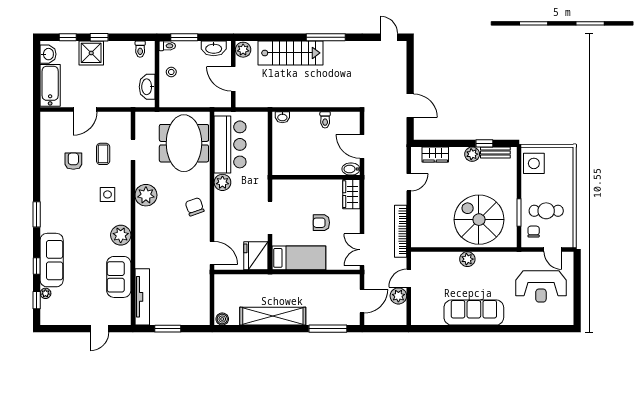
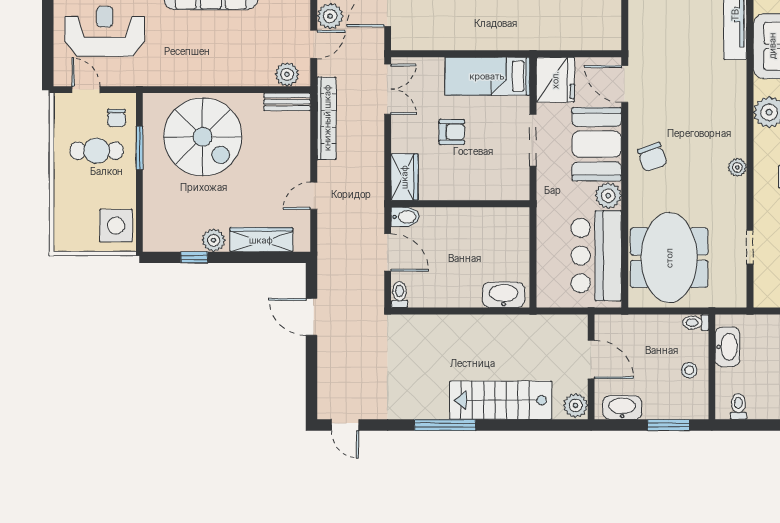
toilet: (167, 46) -> (696, 323), moved
washbasin: (282, 117) -> (504, 295), width x1.91, depth x1.45
toilet: (325, 120) -> (400, 295), moved
bench: (495, 153) -> (287, 102), moved
wardrobe: (435, 155) -> (261, 240), width x1.50
plant: (146, 195) -> (737, 167), width x0.53, depth x0.53
booth: (230, 215) -> (597, 144), added
plant: (467, 259) -> (287, 74), moved

